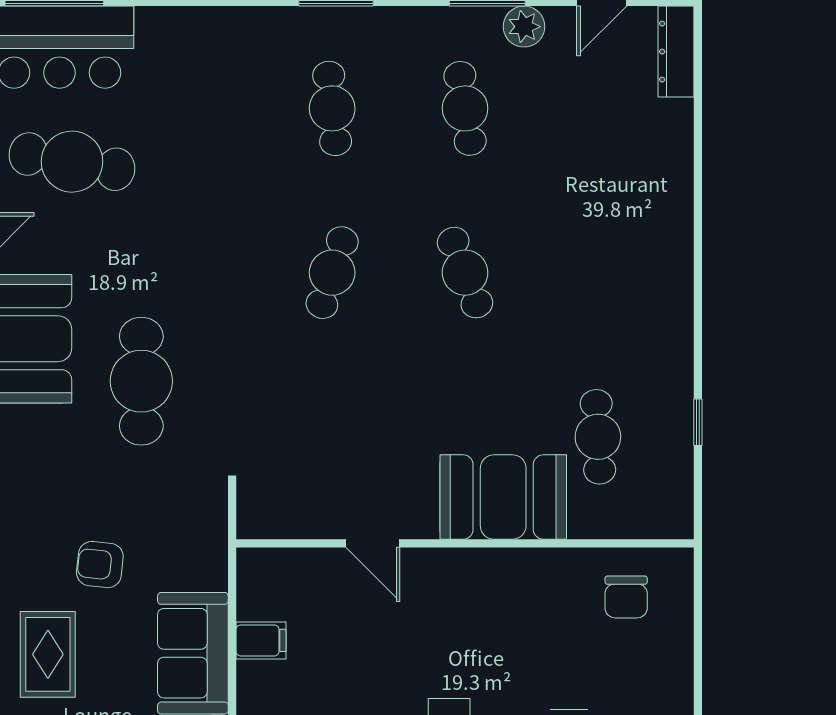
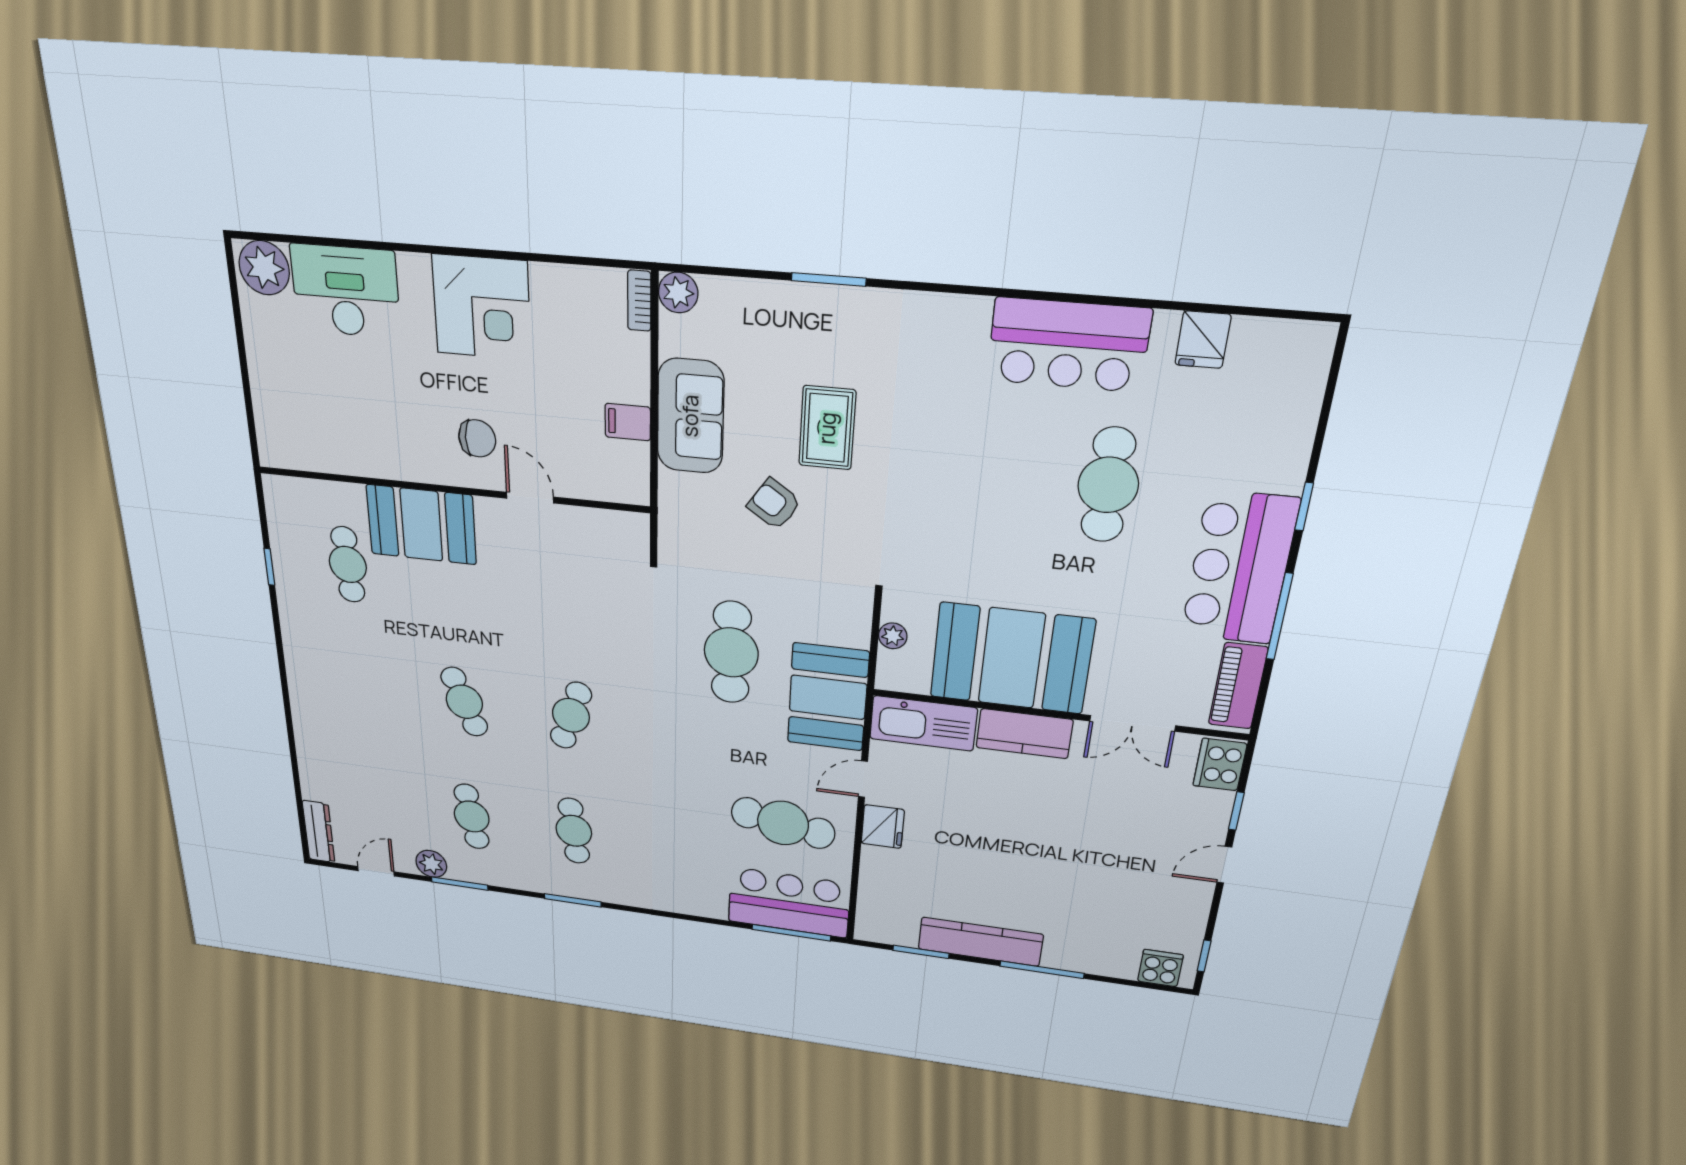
armchair: (100, 565) -> (774, 504), turned -152
chair: (626, 597) -> (477, 438), moved, turned 90

